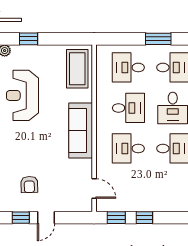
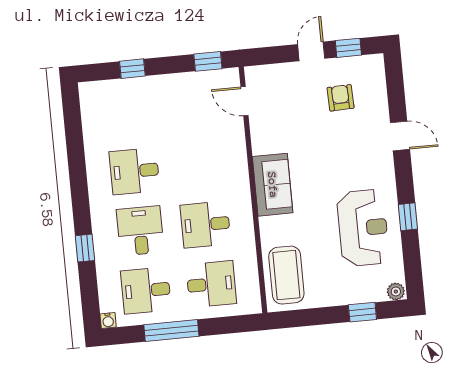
window: (158, 39) -> (171, 331), width x1.44
sofa: (81, 130) -> (273, 185), width x0.73
desk: (128, 148) -> (200, 165), removed
window: (144, 218) -> (132, 69), moved

